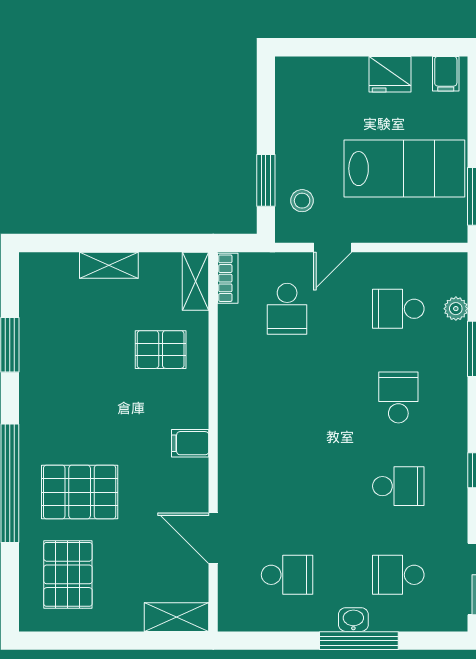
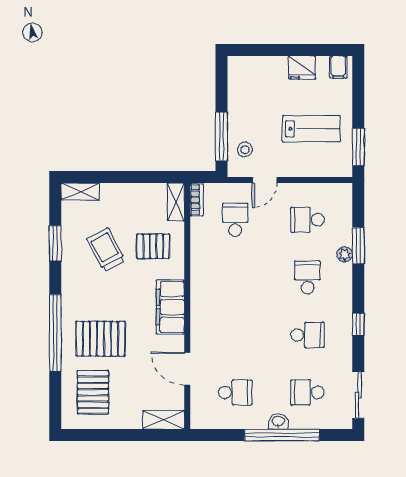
lab bench: (404, 169) -> (311, 129), width x0.73, depth x0.72
window: (266, 180) -> (221, 136), width x1.44
shelving: (109, 265) -> (80, 191), moved
school desk: (287, 309) -> (235, 220), turned 180
plant: (456, 309) -> (345, 254), moved
trolley: (88, 355) -> (106, 250), added
filing cabinet: (190, 443) -> (170, 307), width x3.00, depth x1.17
window: (359, 641) -> (282, 435), width x1.46

